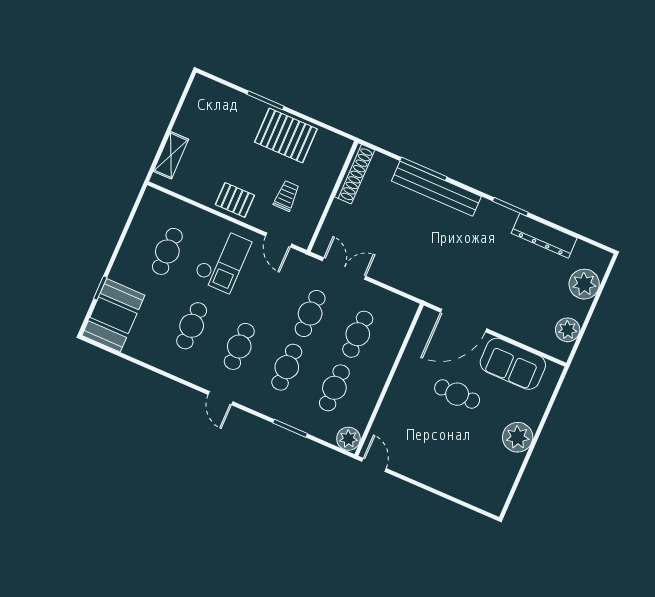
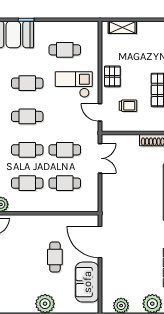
door: (279, 240) -> (100, 112), hinge flipped
checkout: (222, 260) -> (74, 84), turned 180

